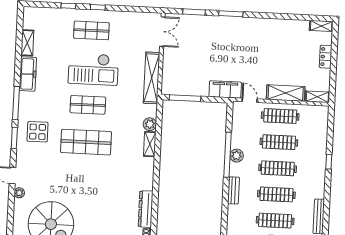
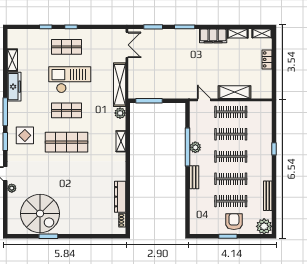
checkout: (93, 69) -> (70, 80), turned 180
filing cabinet: (225, 89) -> (213, 36), moved, turned 180
shelving: (317, 97) -> (238, 34), moved
plant: (150, 124) -> (120, 113), moved

